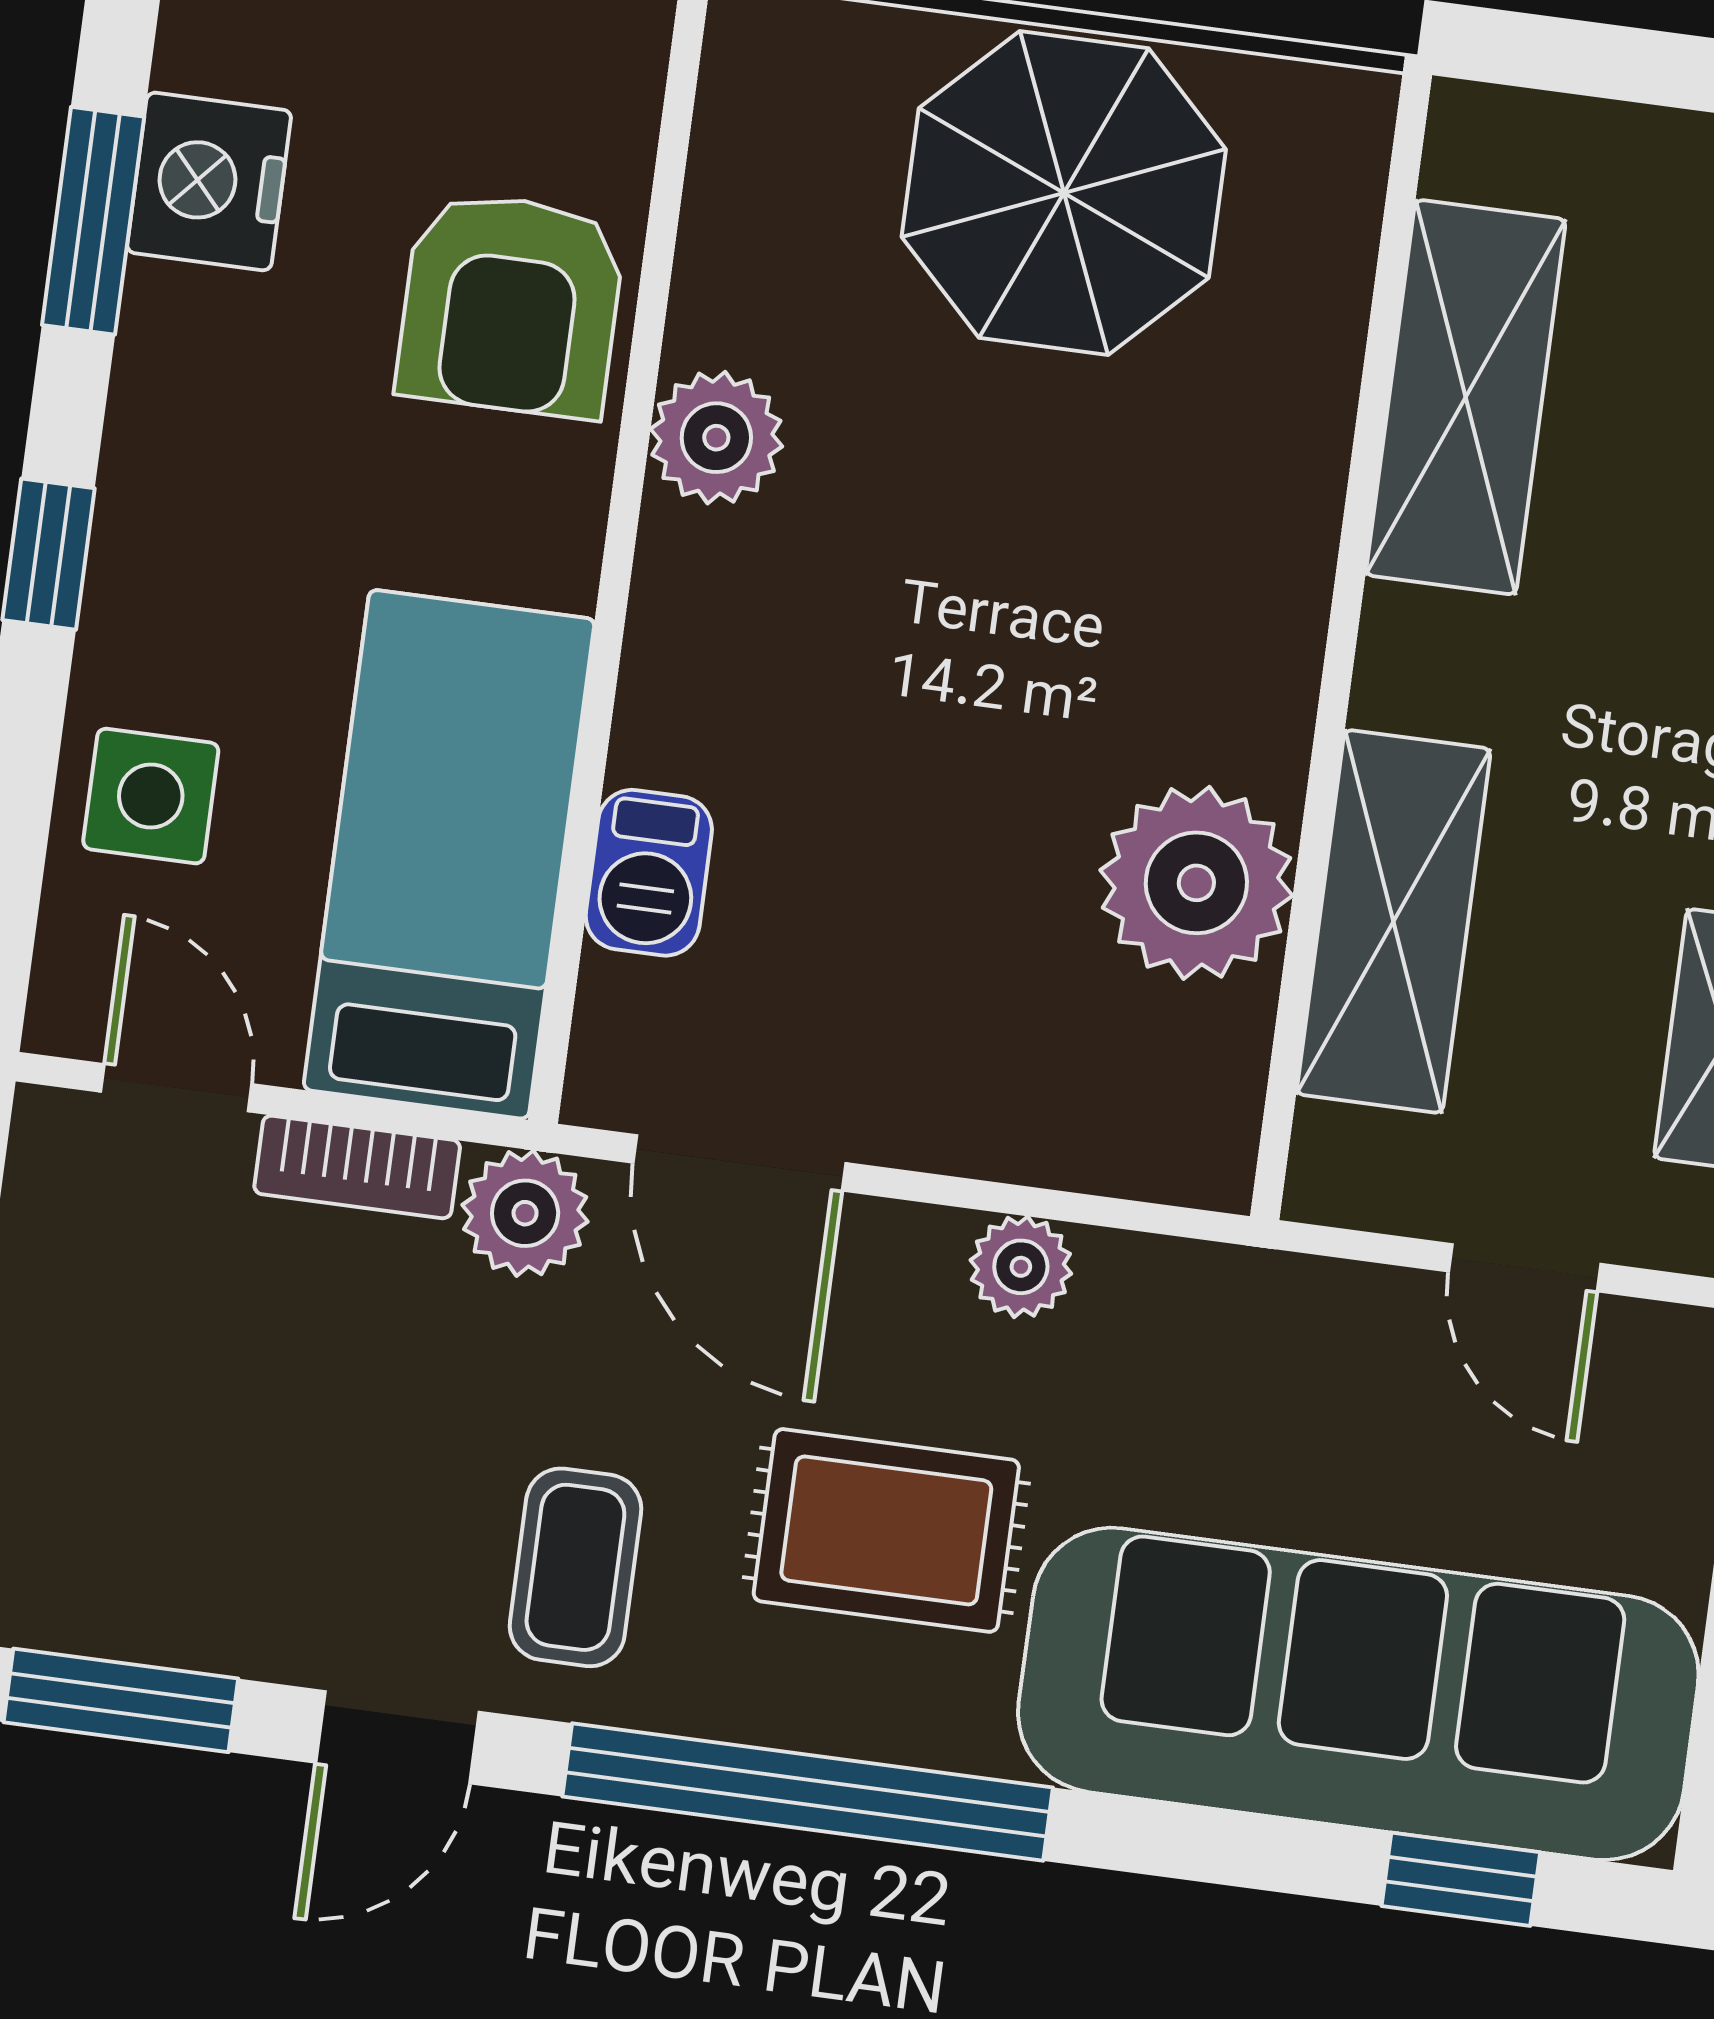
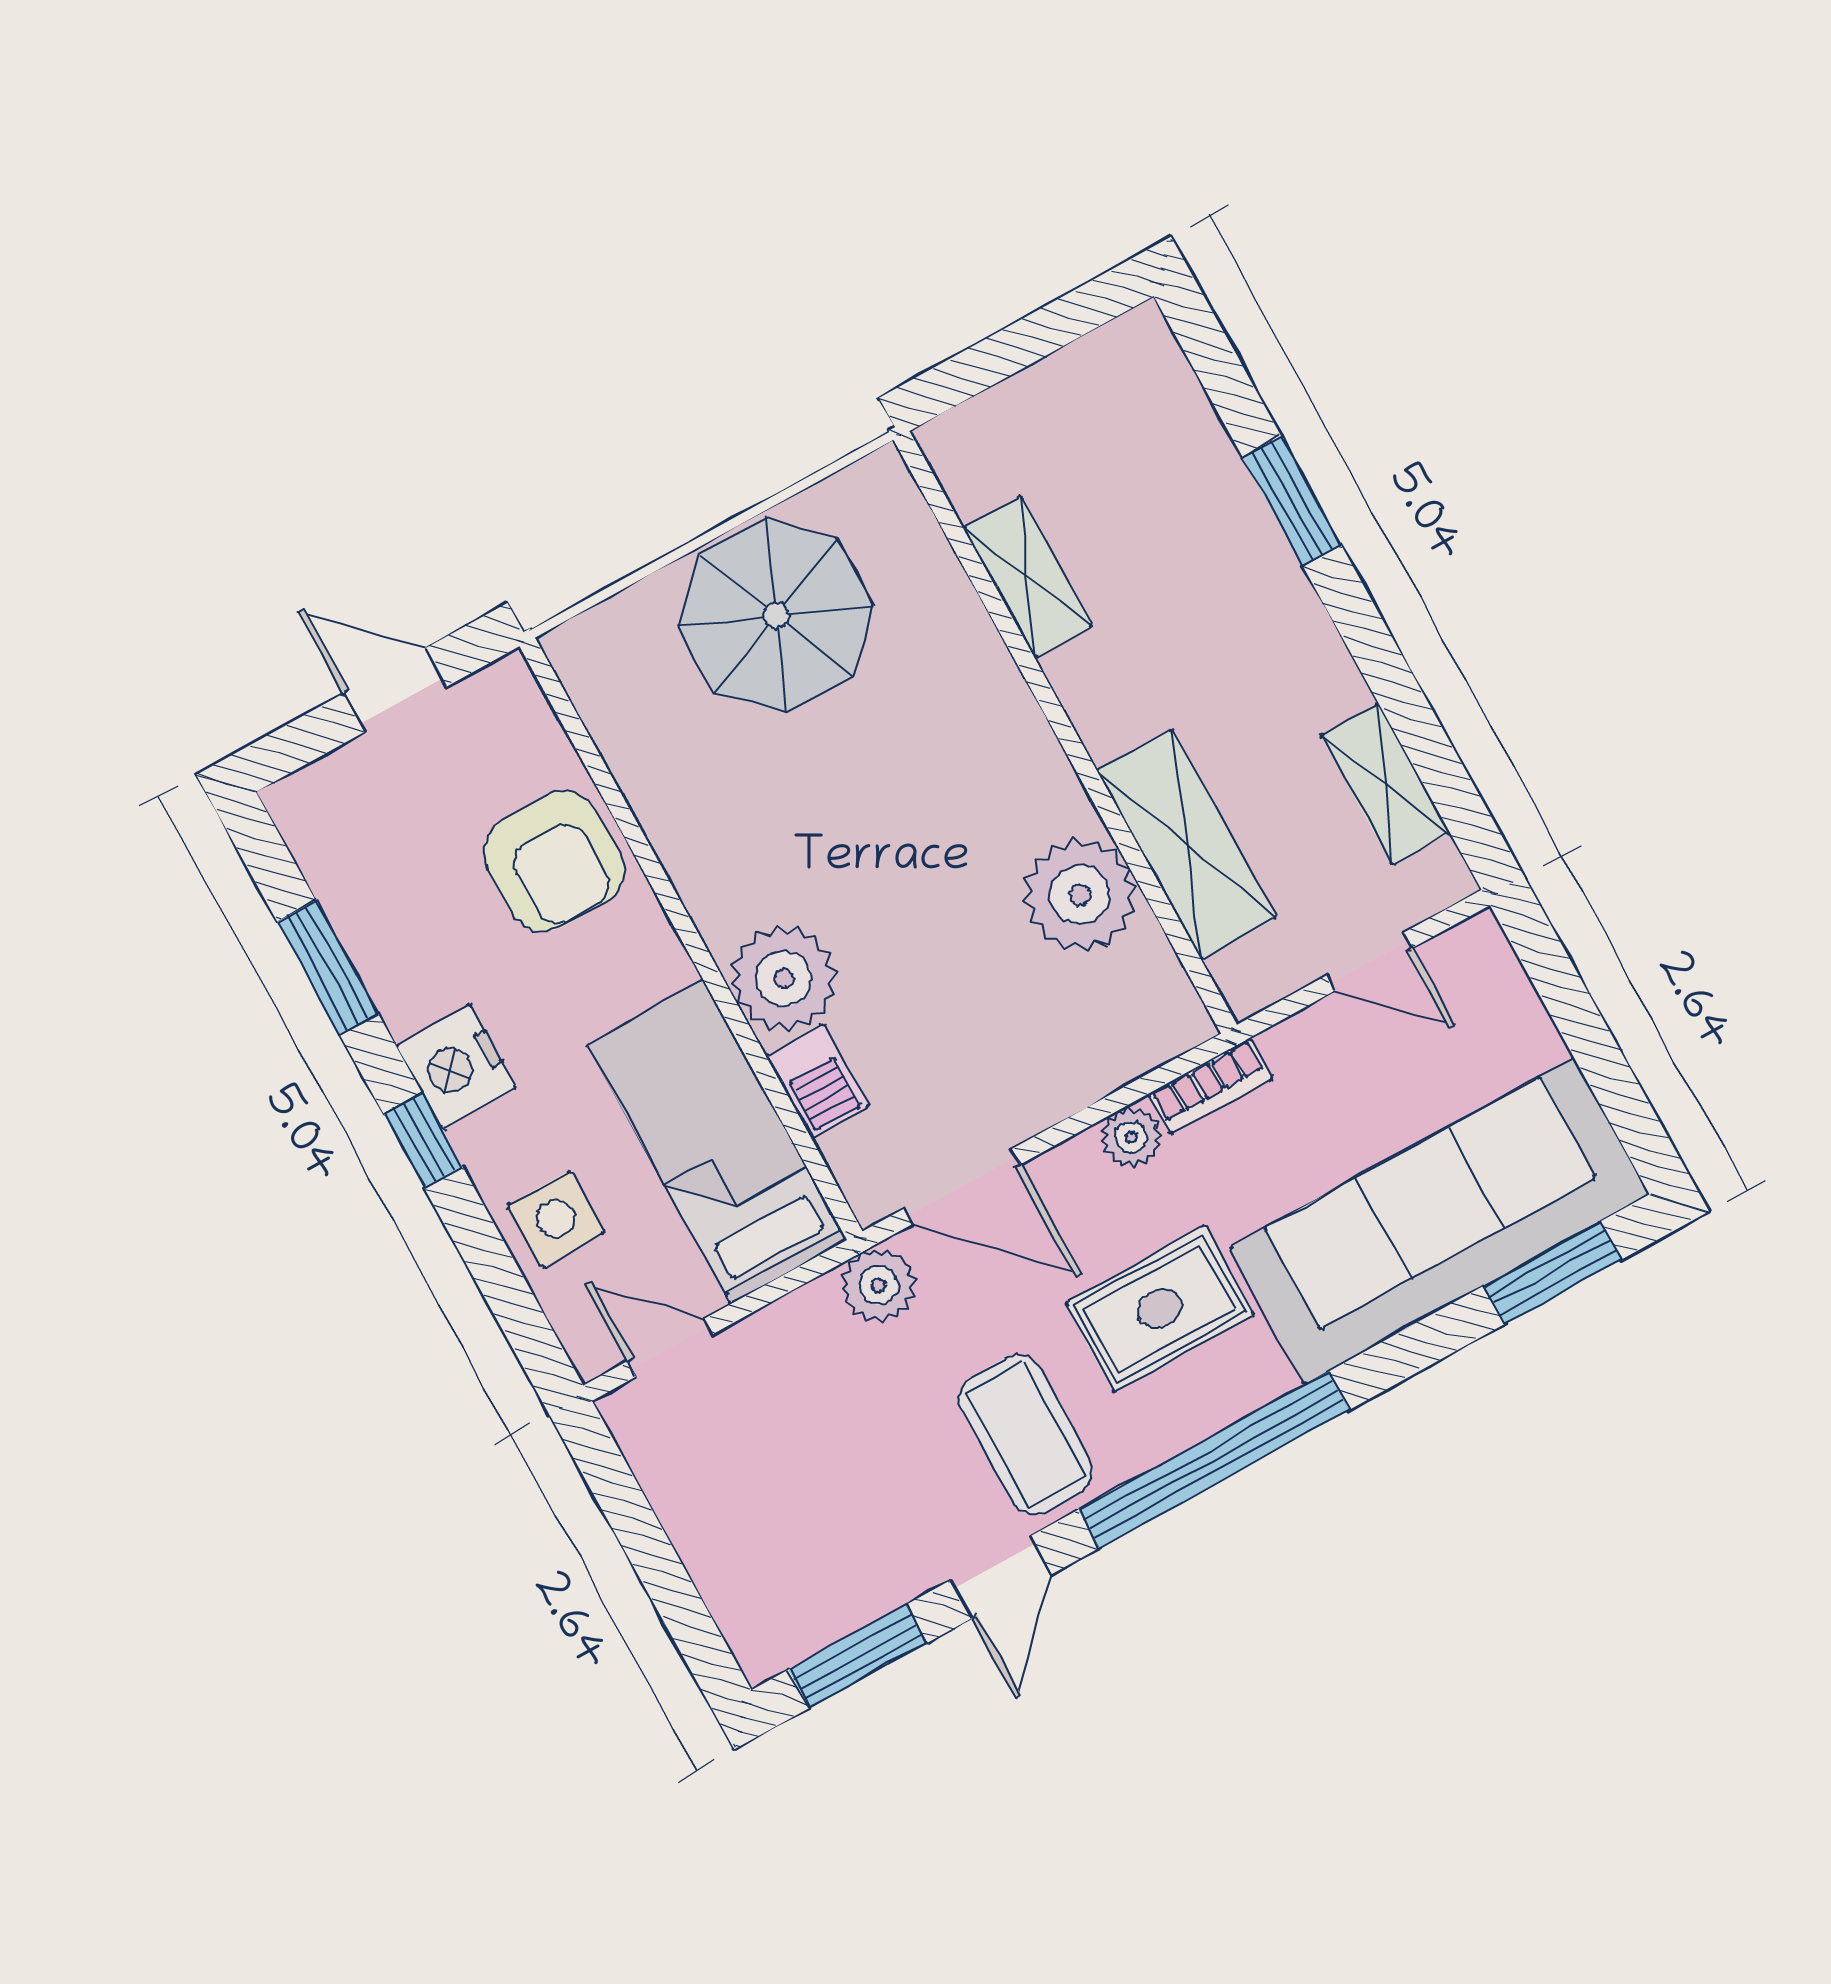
nightstand: (209, 181) -> (456, 1067), moved
shelving: (1466, 397) -> (1028, 577), width x0.67, depth x0.75
plant: (716, 438) -> (784, 979), moved, width x1.36, depth x1.36
bookcase: (357, 1167) -> (1210, 1086), moved
coffee table: (575, 1567) -> (1026, 1435), width x1.36, depth x1.30
window: (1461, 1879) -> (1553, 1273), width x1.50

